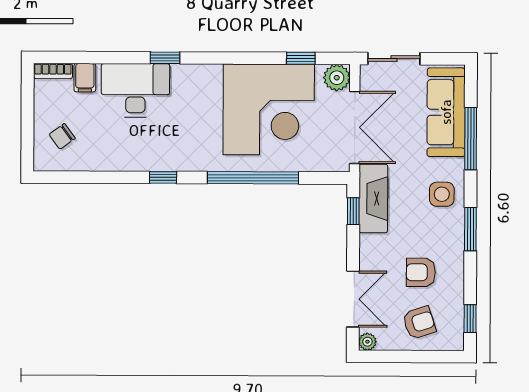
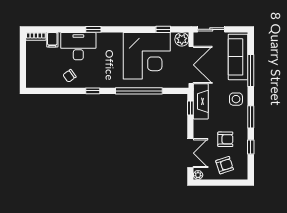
chair: (62, 136) -> (69, 76), moved
armchair: (421, 272) -> (225, 139), turned 180
window: (470, 319) -> (251, 147), moved

